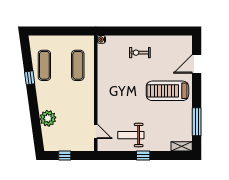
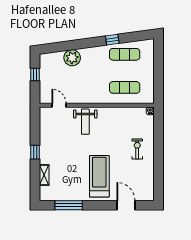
door: (96, 131) -> (59, 105), swing flipped
weight bench: (131, 135) -> (85, 122), moved, turned 180
shelving: (182, 146) -> (44, 175), moved

